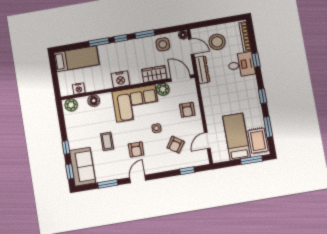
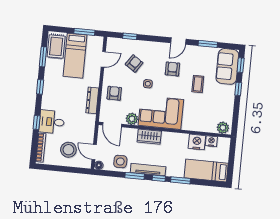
tv unit: (133, 44) -> (148, 170), added
dresser: (202, 70) -> (92, 100), moved
wardrobe: (154, 74) -> (149, 137), moved
nightstand: (120, 79) -> (197, 142), moved
floor lamp: (94, 101) -> (200, 126), removed
window: (251, 160) -> (84, 32), moved

